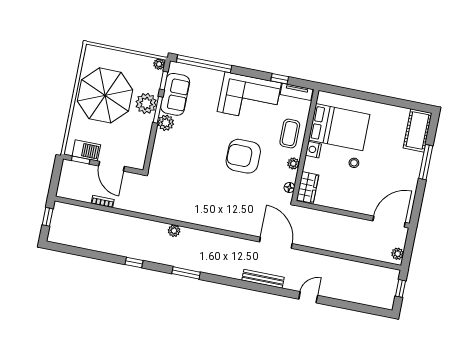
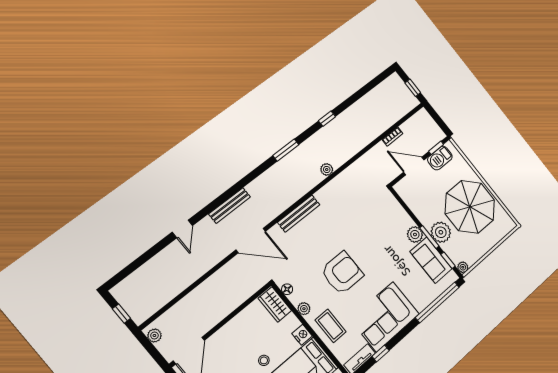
bench: (226, 224) -> (299, 214), added

